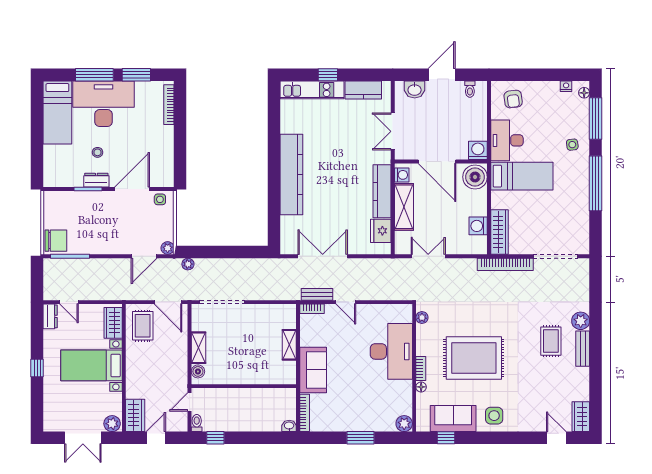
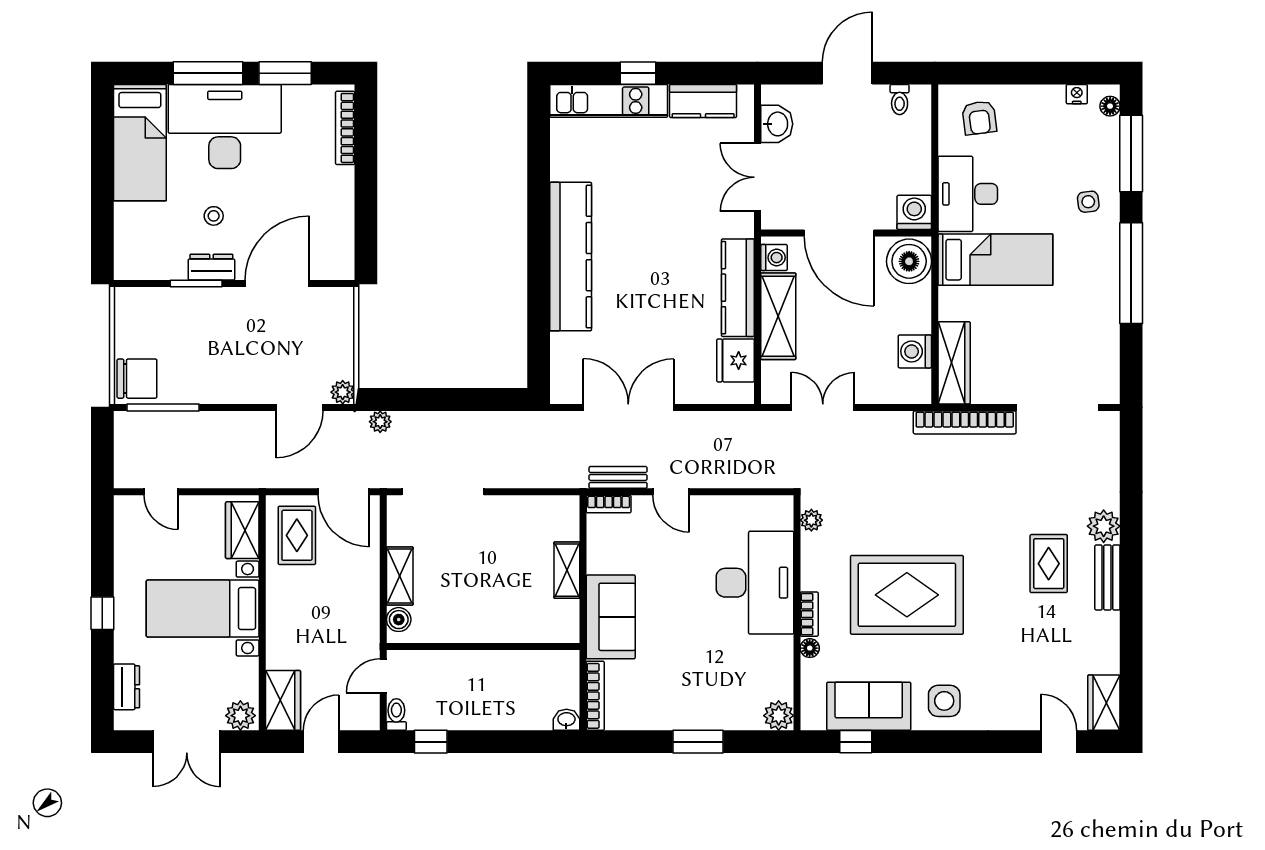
washbasin: (415, 90) -> (777, 124), moved, turned -90
side table: (160, 199) -> (329, 303), removed
dresser: (50, 316) -> (127, 687), moved

